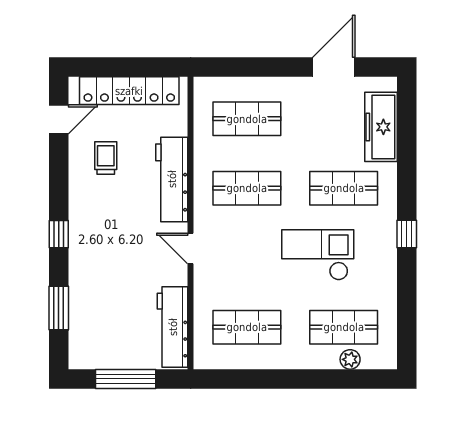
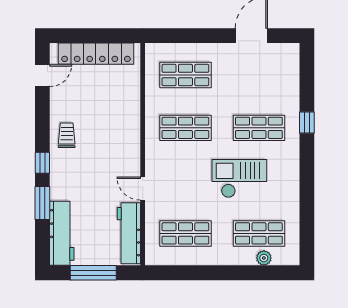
freezer: (381, 127) -> (287, 81), removed
trolley: (106, 158) -> (67, 135), moved
workbench: (172, 179) -> (62, 233), moved, turned 180
window: (407, 234) -> (307, 123), moved
door: (191, 249) -> (143, 189), moved
window: (59, 308) -> (42, 203), moved

